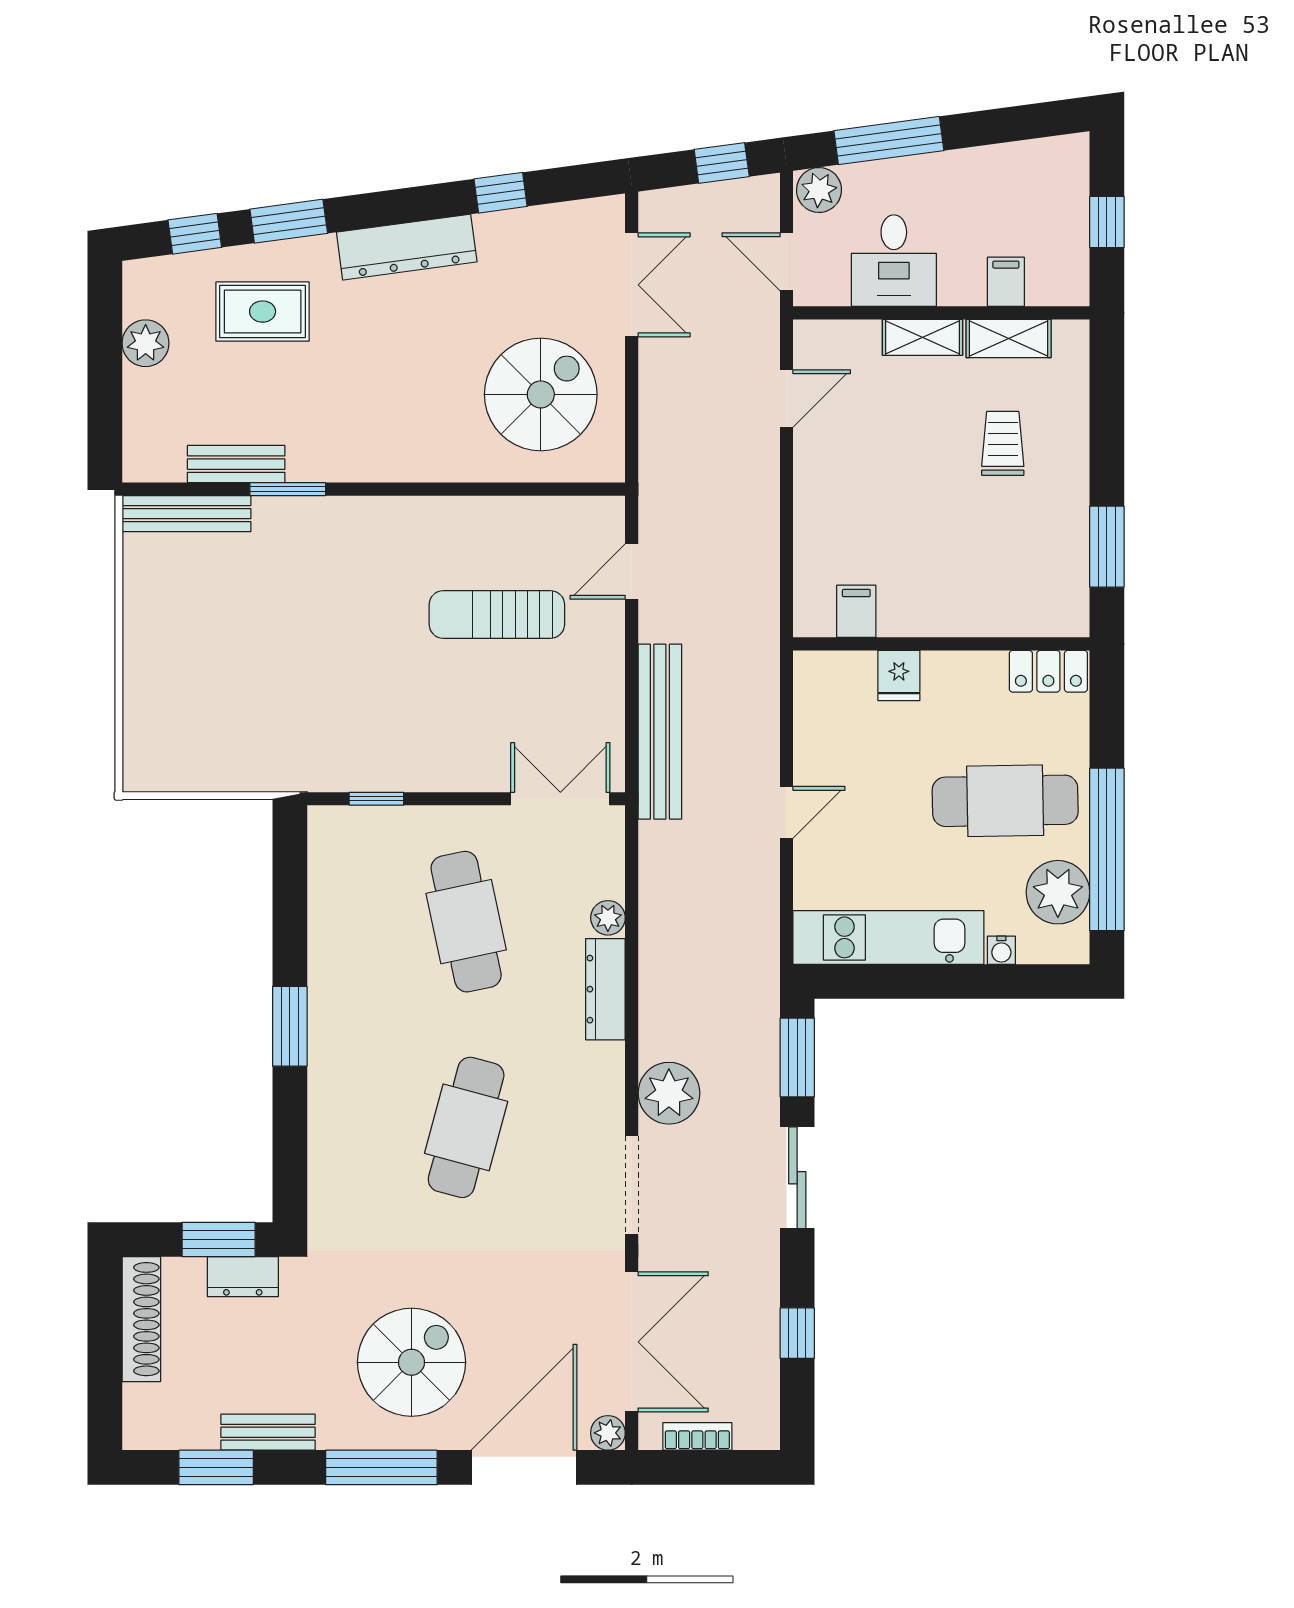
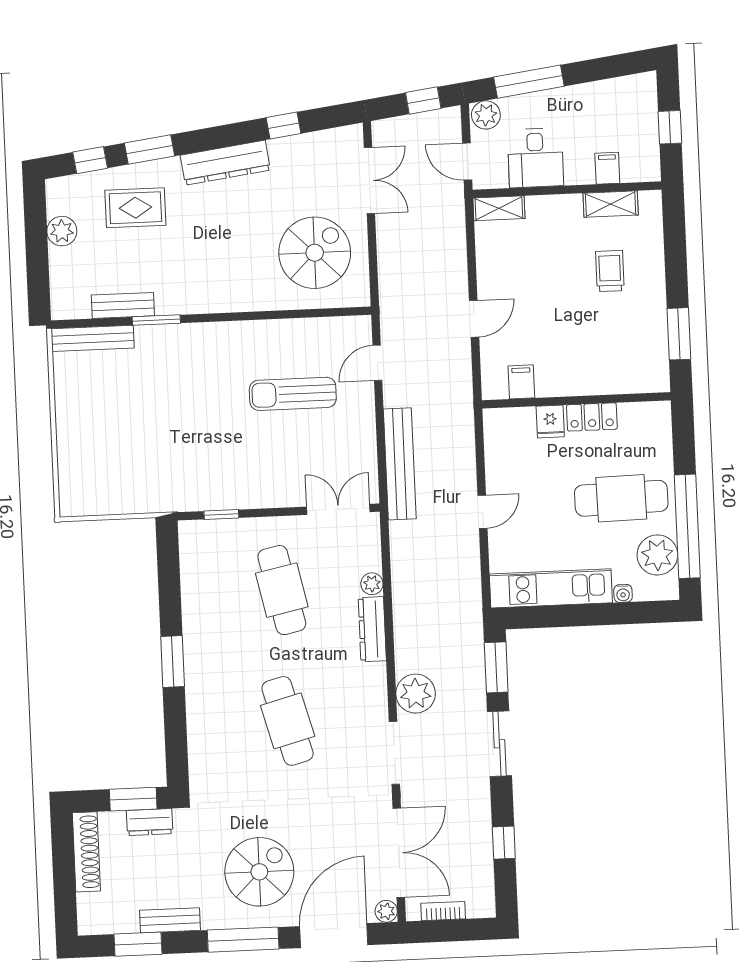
shelving: (923, 337) -> (499, 208), moved
door: (786, 399) -> (474, 319), moved
locker: (1048, 671) -> (592, 417), moved
cafe table: (466, 1127) -> (288, 721), turned -30

